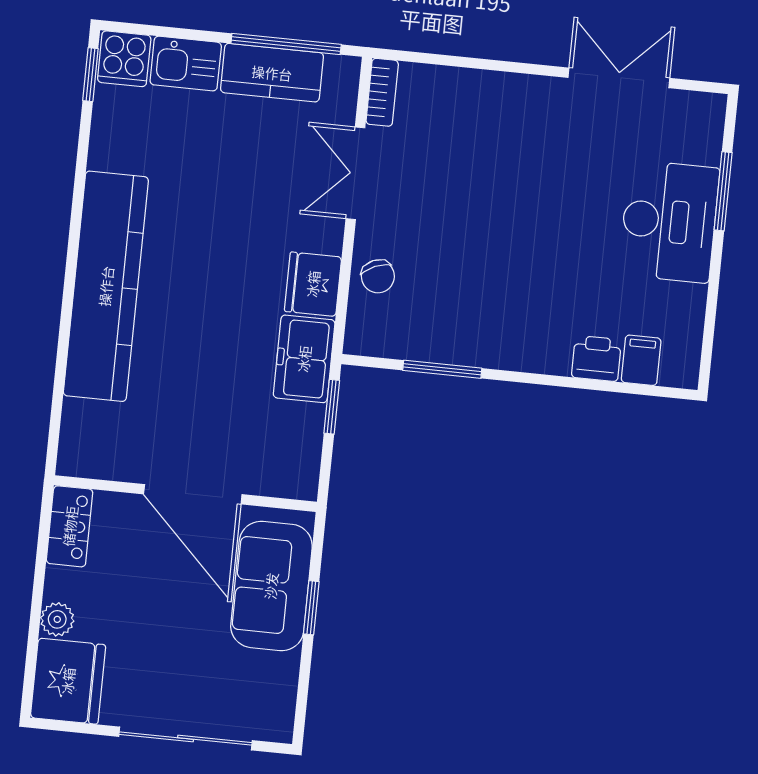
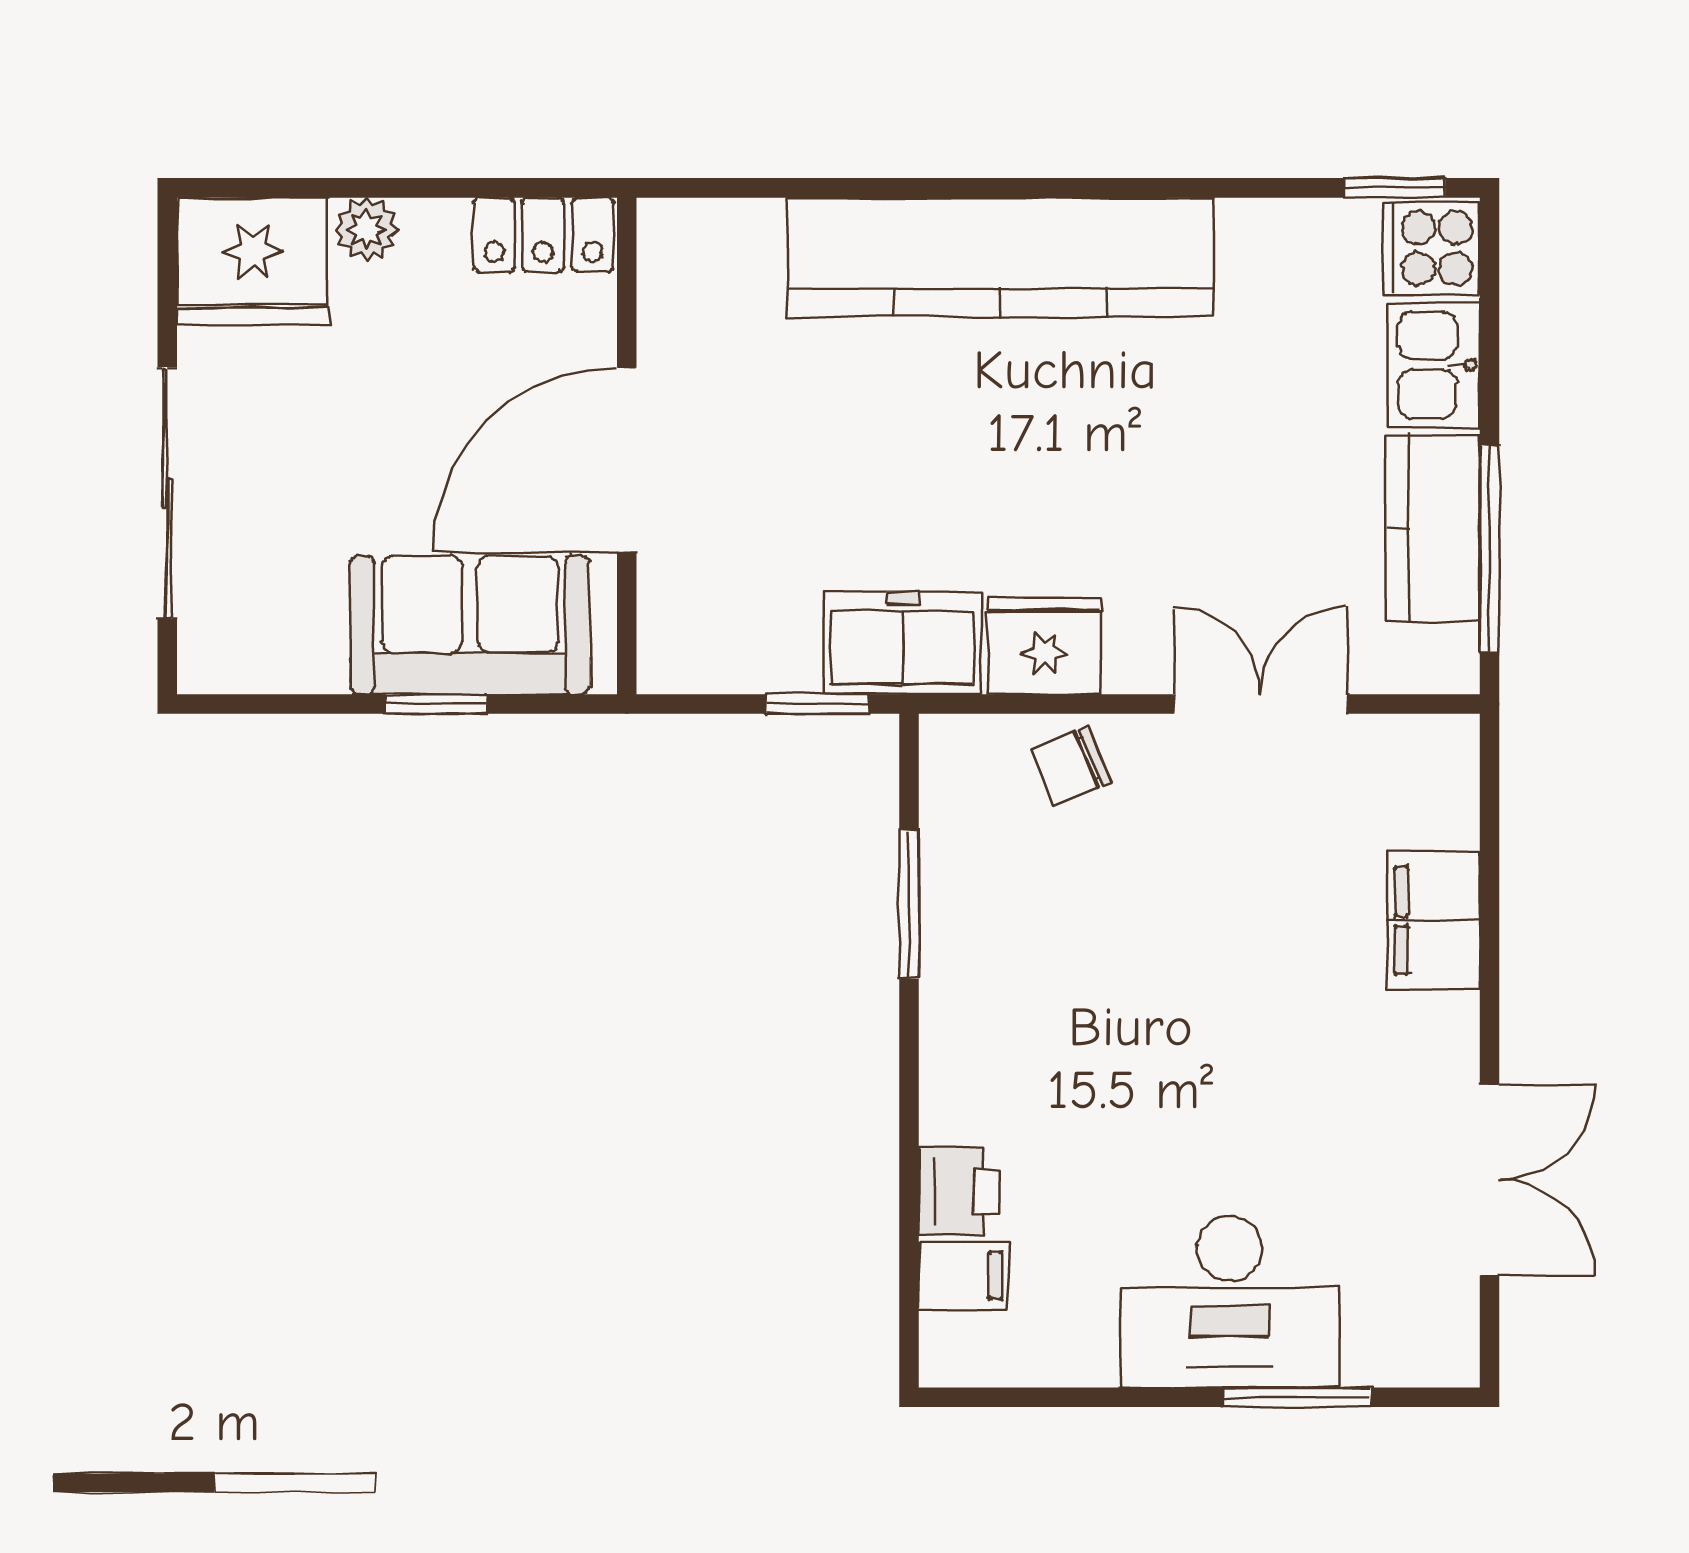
bookcase: (382, 92) -> (1417, 739), removed
filing cabinet: (479, 93) -> (1434, 921), added

